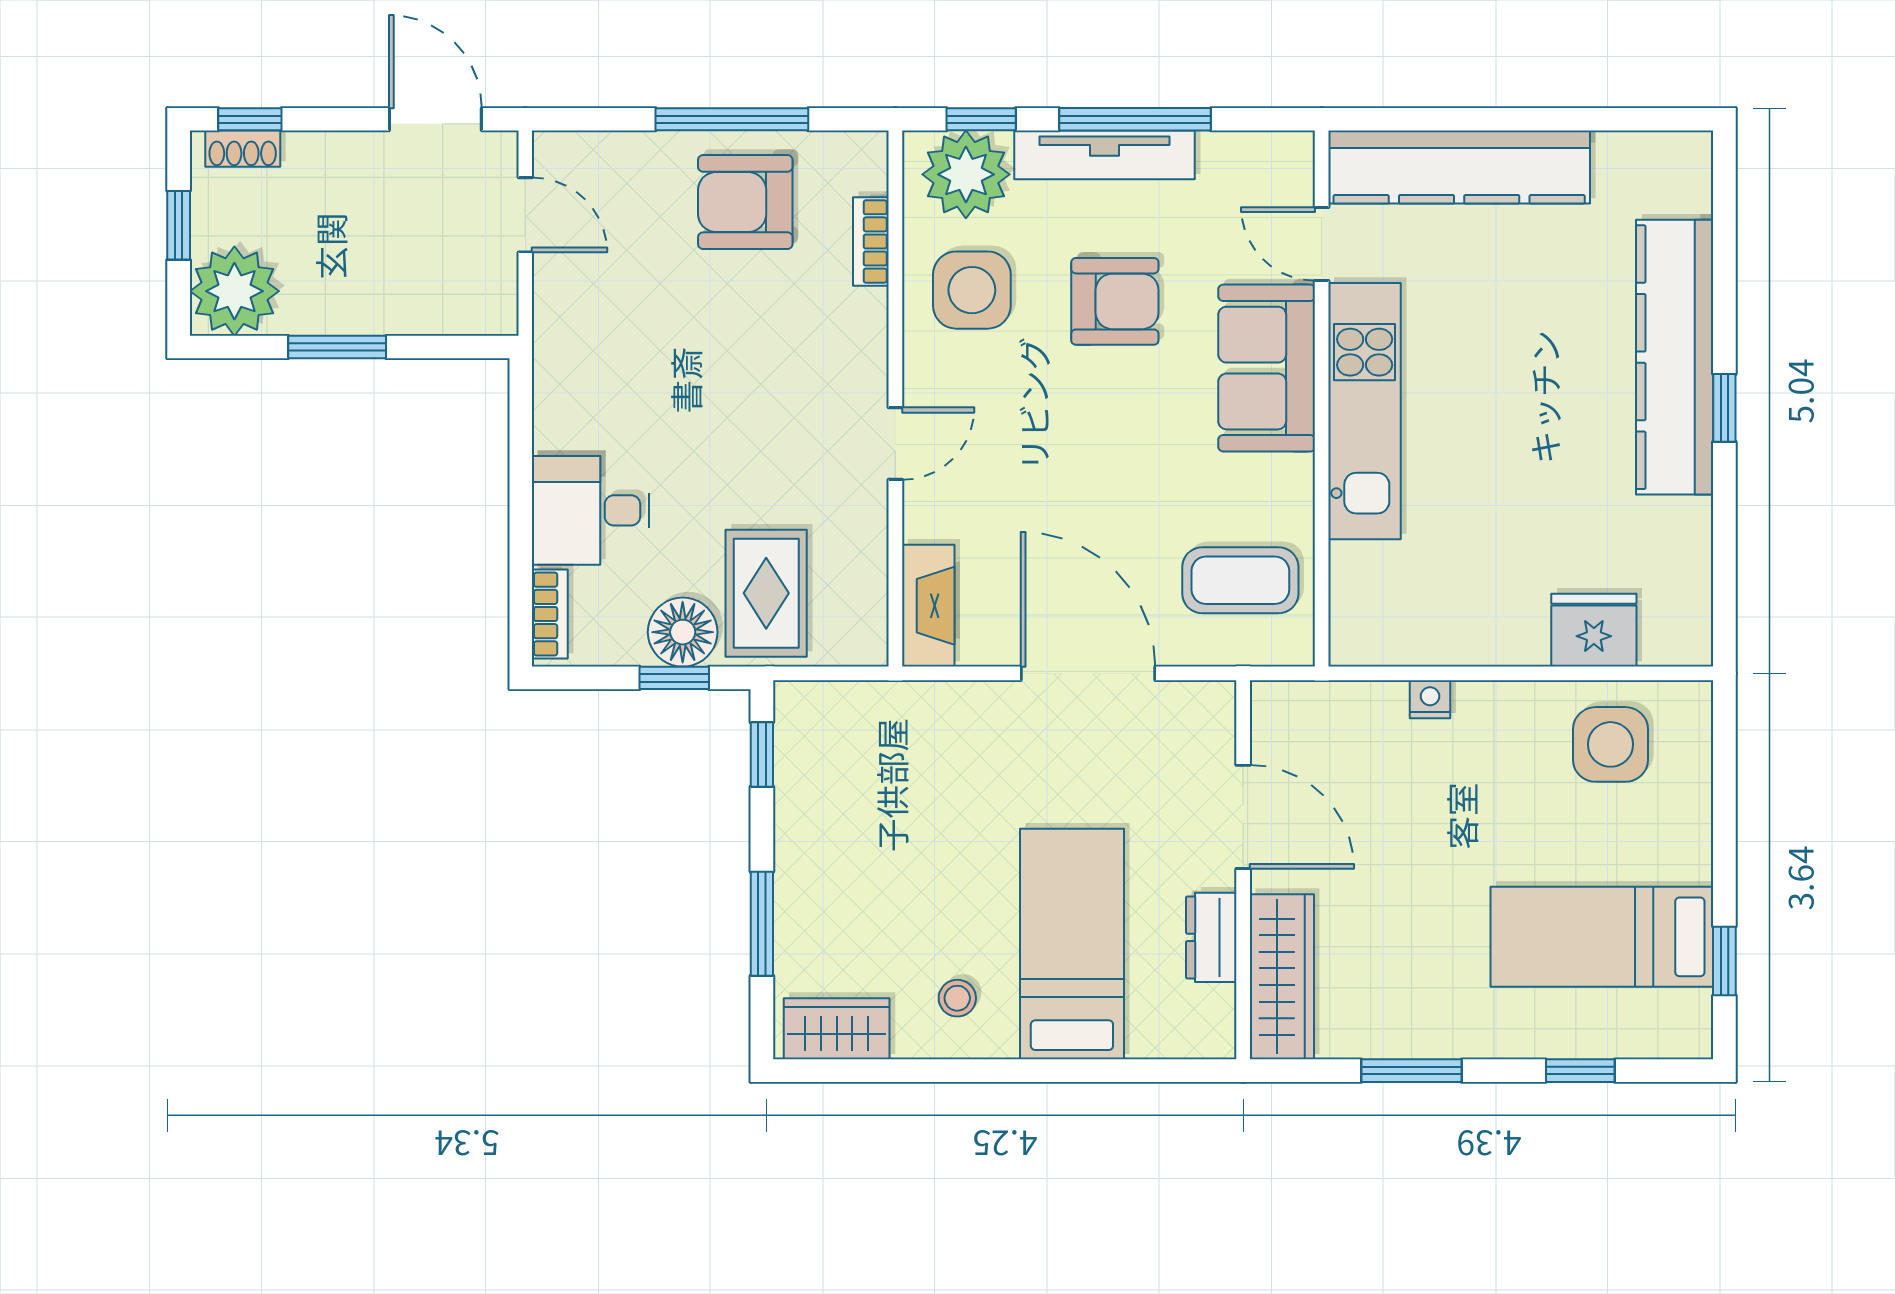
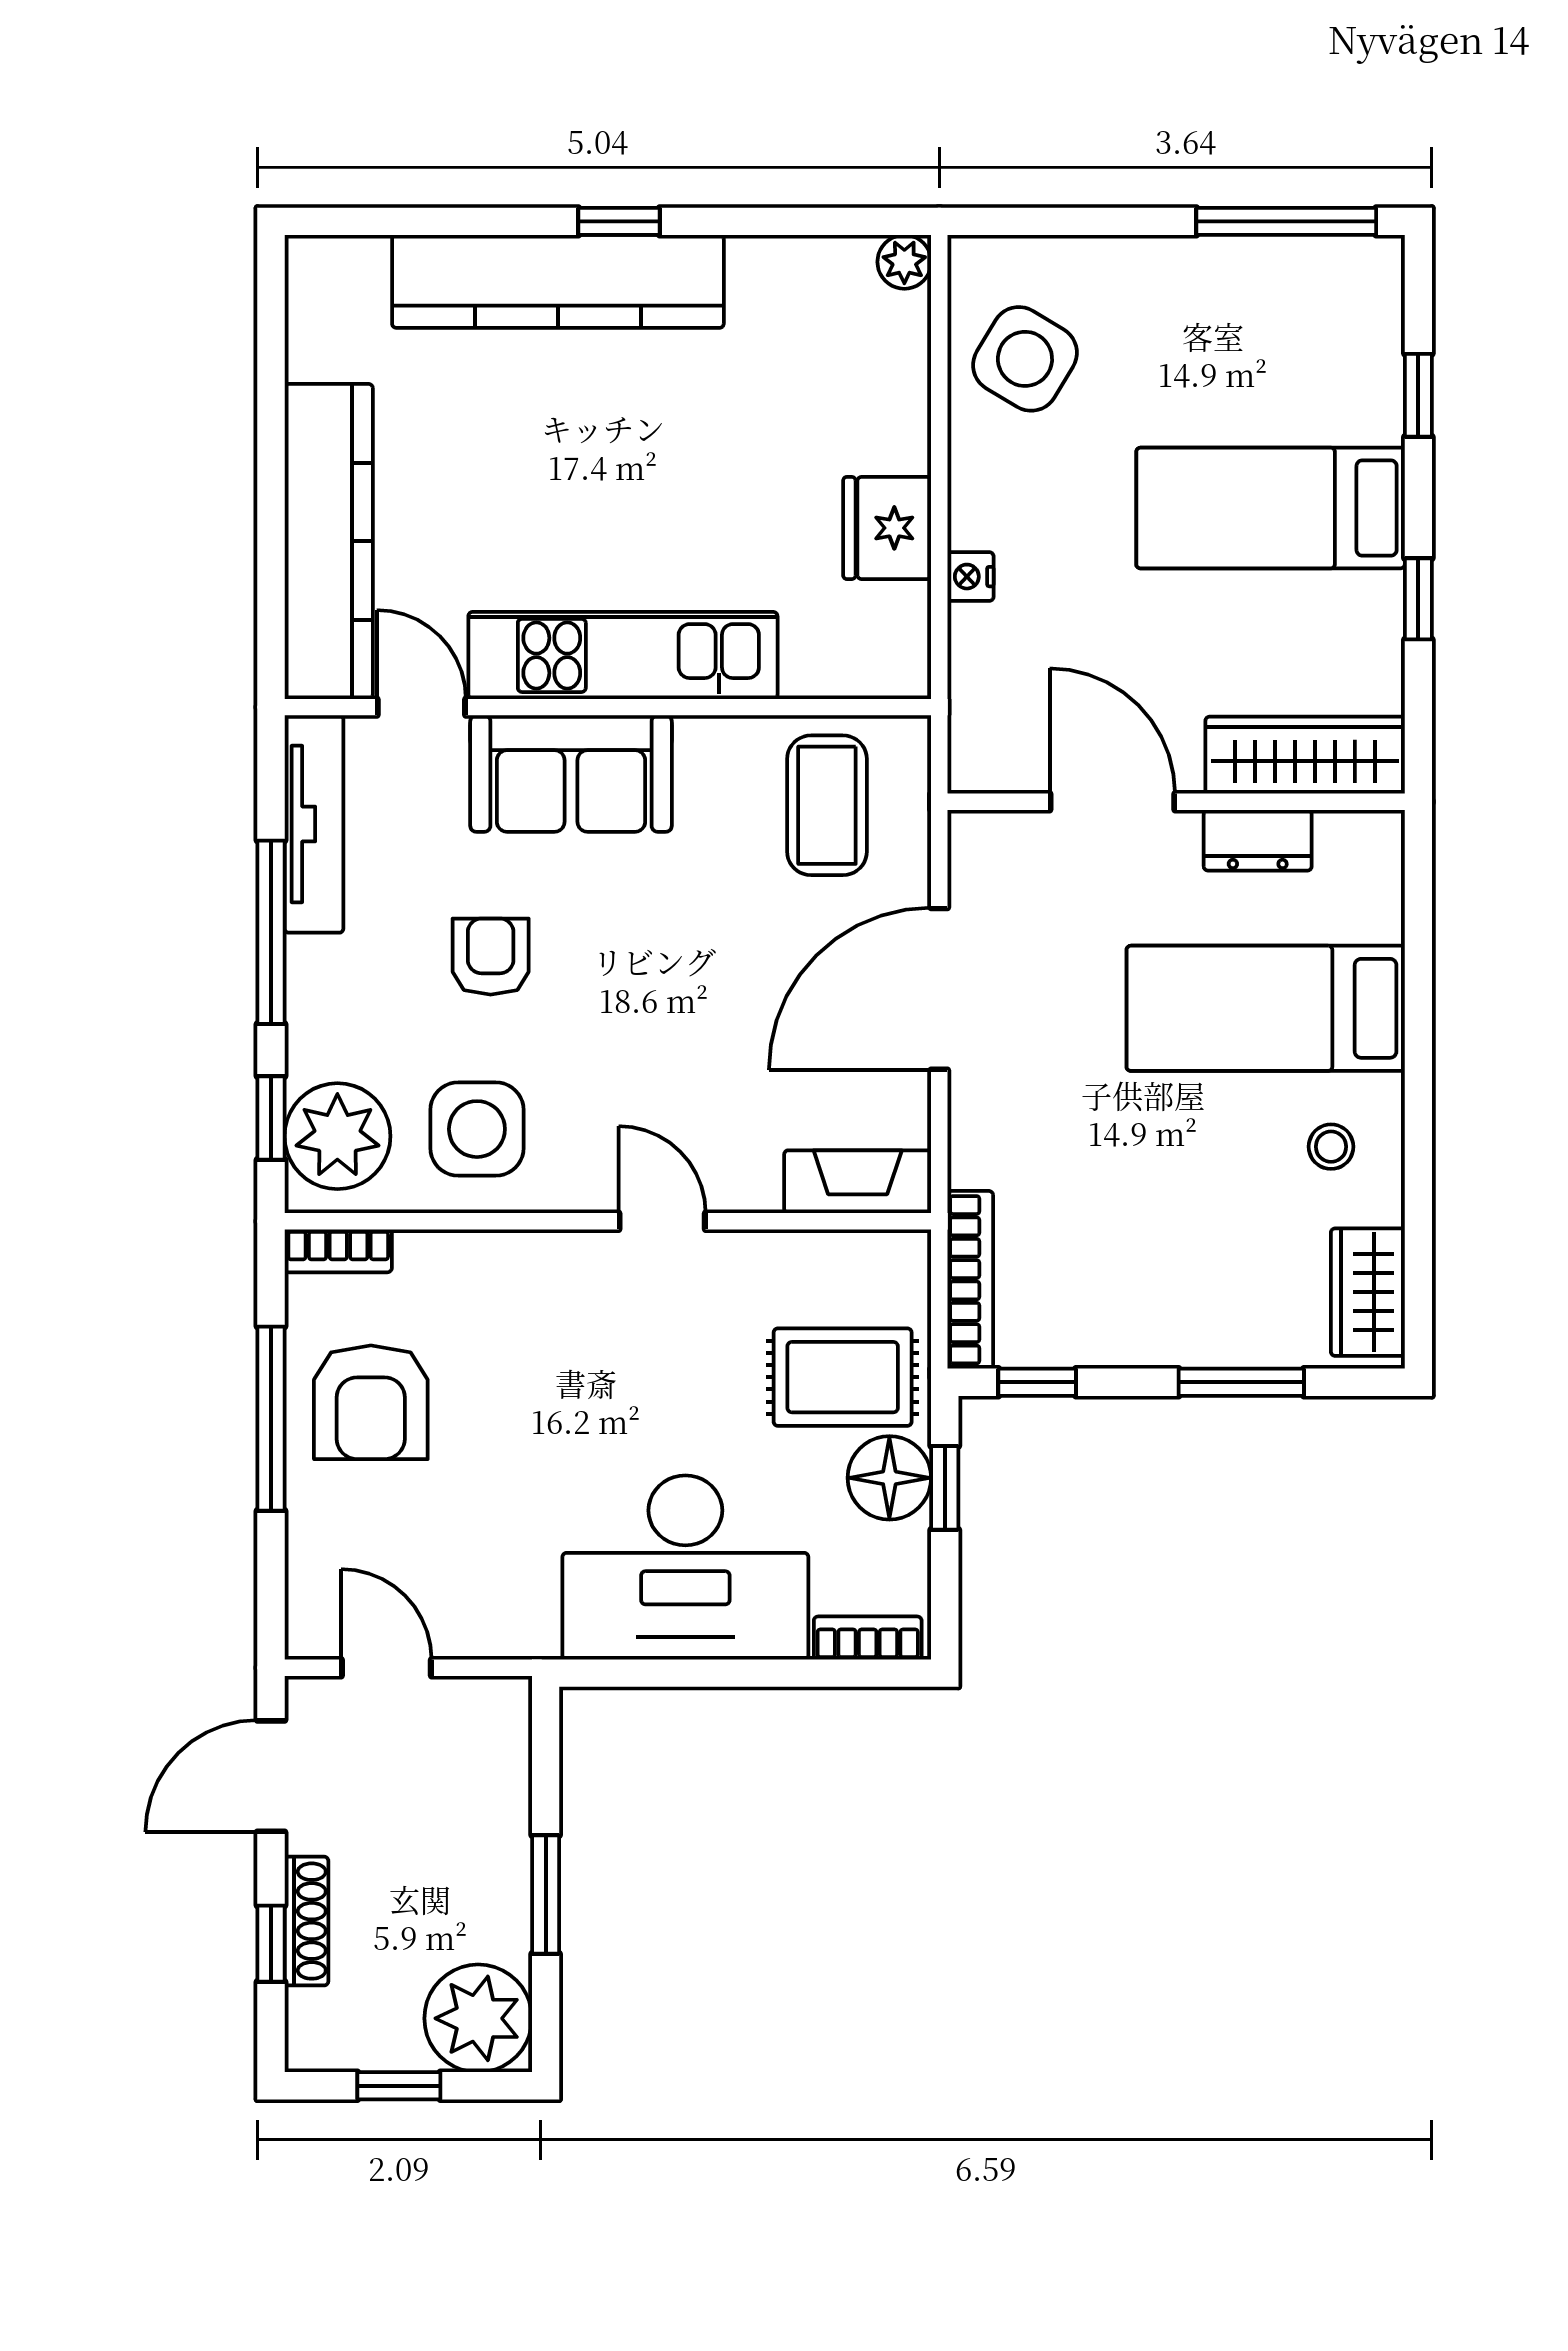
window: (250, 119) -> (271, 1944), moved
shoe rack: (243, 149) -> (306, 1921), moved, width x1.43
tv unit: (1105, 155) -> (314, 824), moved
door: (525, 215) -> (386, 1668), hinge flipped
bookcase: (871, 241) -> (338, 1251), moved
door: (1322, 244) -> (421, 707), swing flipped
armchair: (1115, 301) -> (491, 957), width x0.72, depth x0.72
desk: (591, 510) -> (685, 1568), width x1.87, depth x1.30
fridge: (1594, 630) -> (887, 528), moved
plant: (1691, 644) -> (904, 262), added
bookcase: (847, 699) -> (970, 1280), added
side table: (1610, 744) -> (1025, 359), turned 31
door: (1243, 817) -> (1112, 802), hinge flipped
bed: (1602, 937) -> (1271, 508), moved, turned 90
window: (1724, 961) -> (1286, 221), width x2.17
window: (1411, 1071) -> (1418, 599), width x0.67

